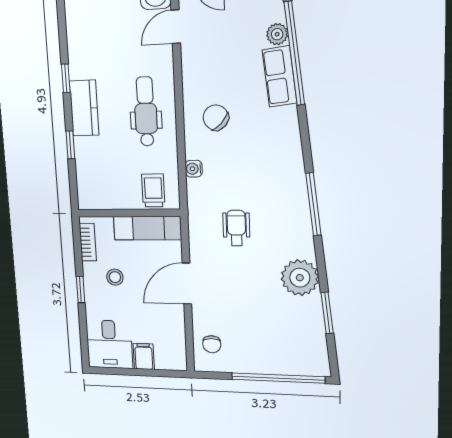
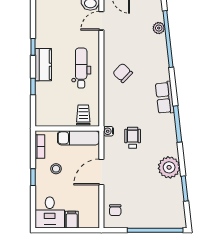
row of seats: (279, 76) -> (165, 98), moved
water cooler: (194, 169) -> (108, 131), moved

